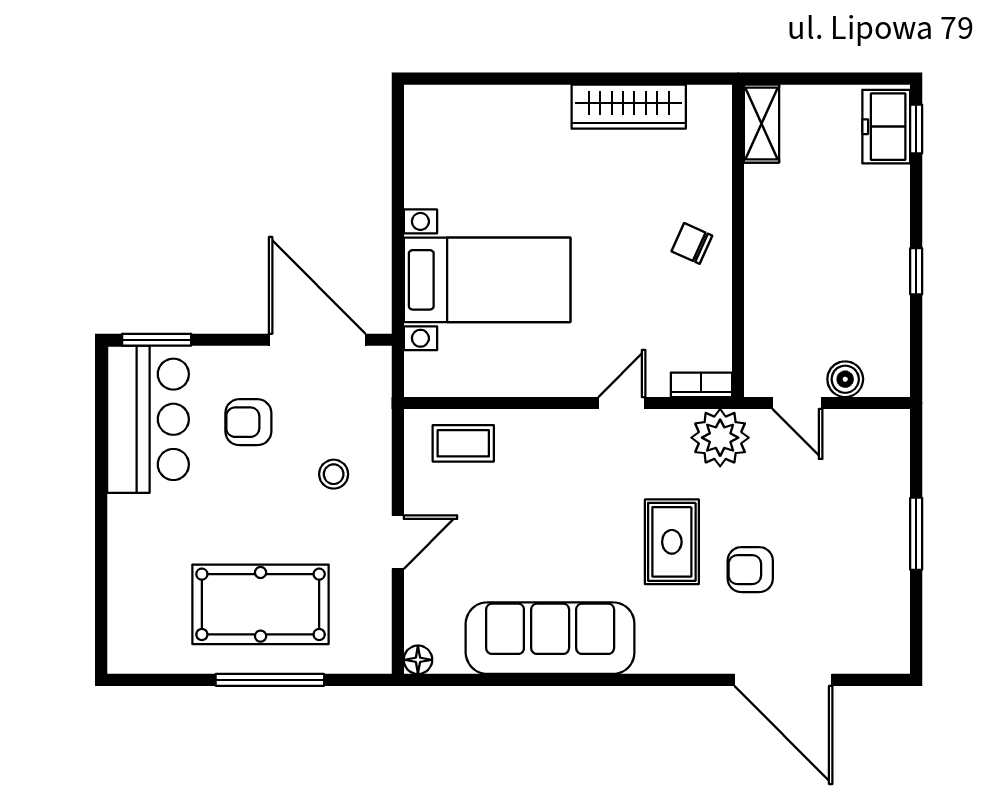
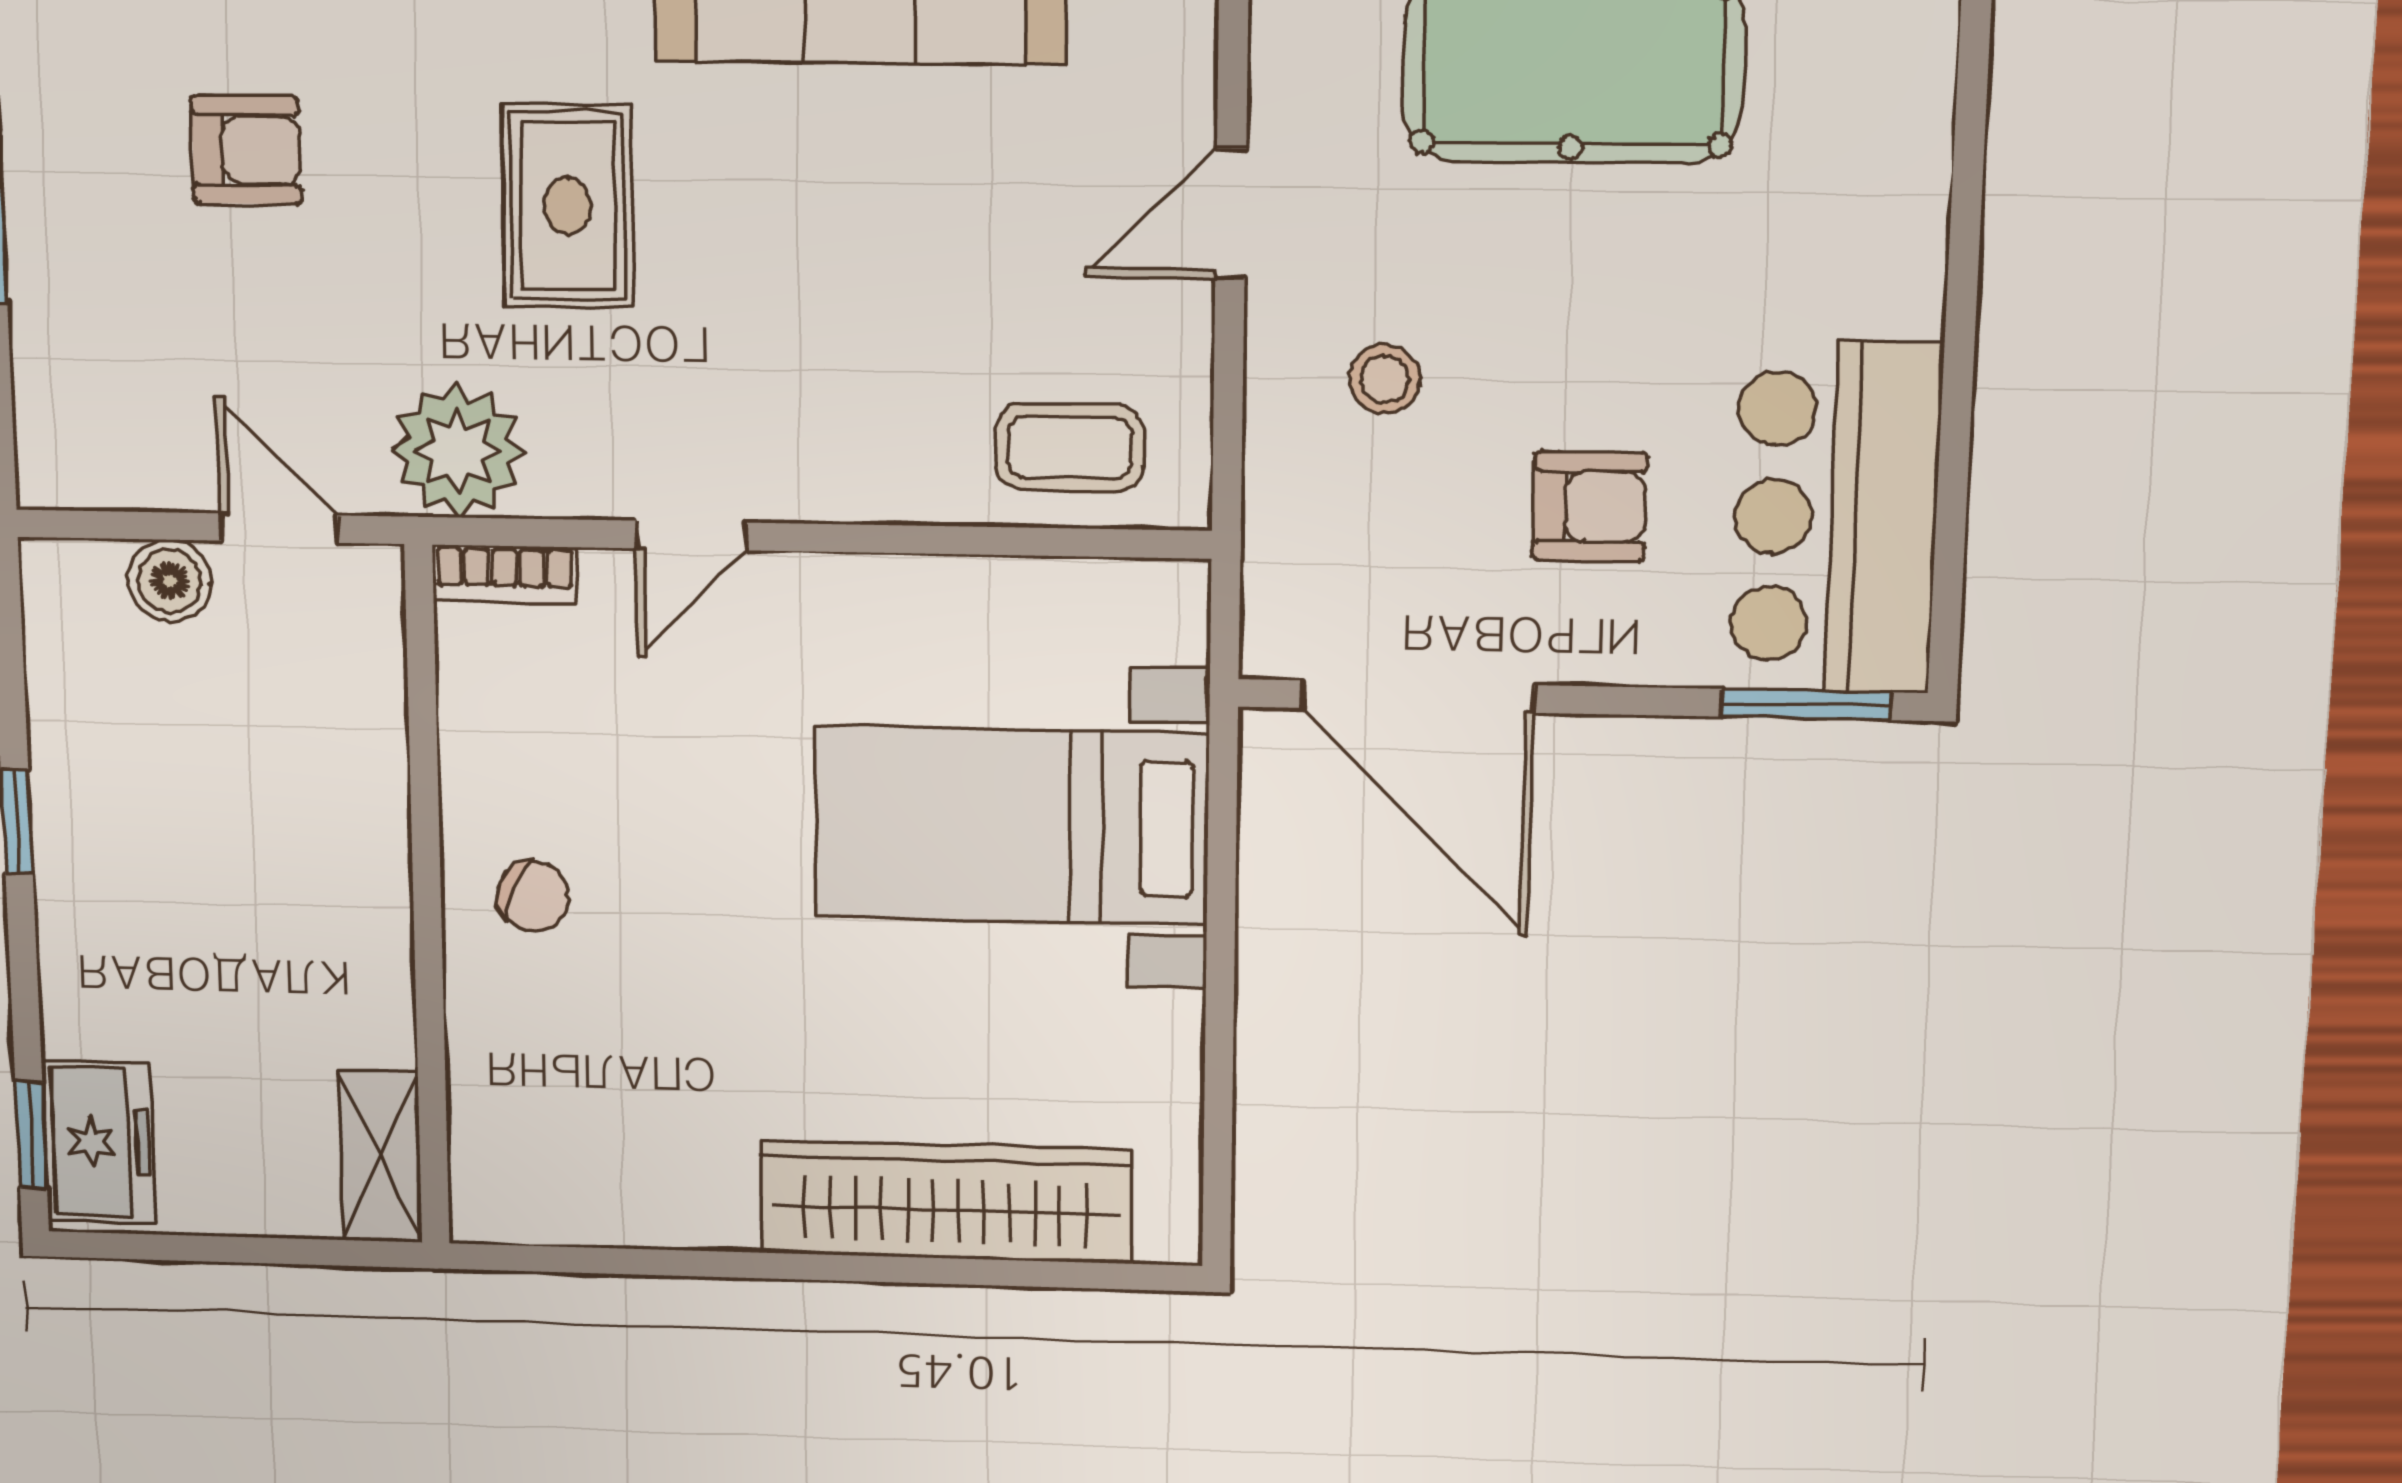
wardrobe: (629, 107) -> (945, 1202), moved, width x1.40, depth x1.17
armchair: (750, 570) -> (246, 150), moved

